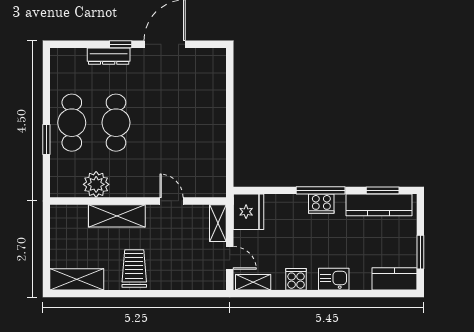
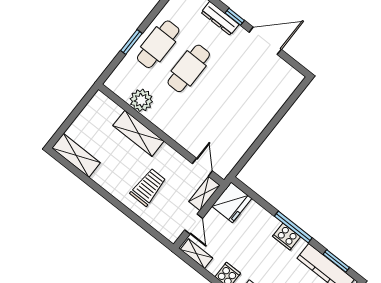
door: (171, 201) -> (202, 167), moved
trolley: (134, 269) -> (148, 187), moved

